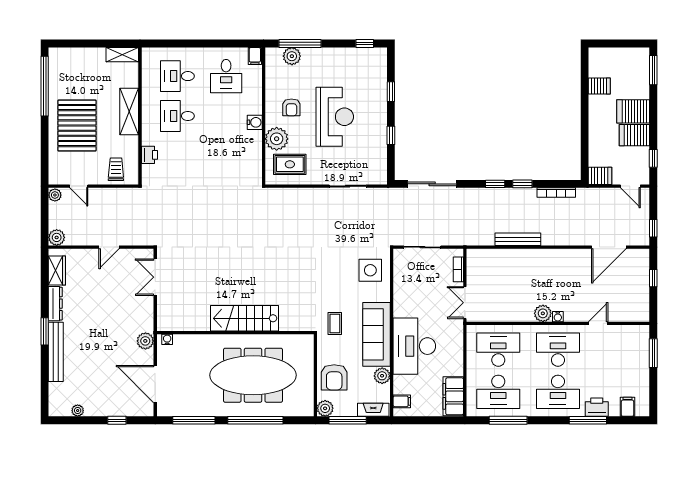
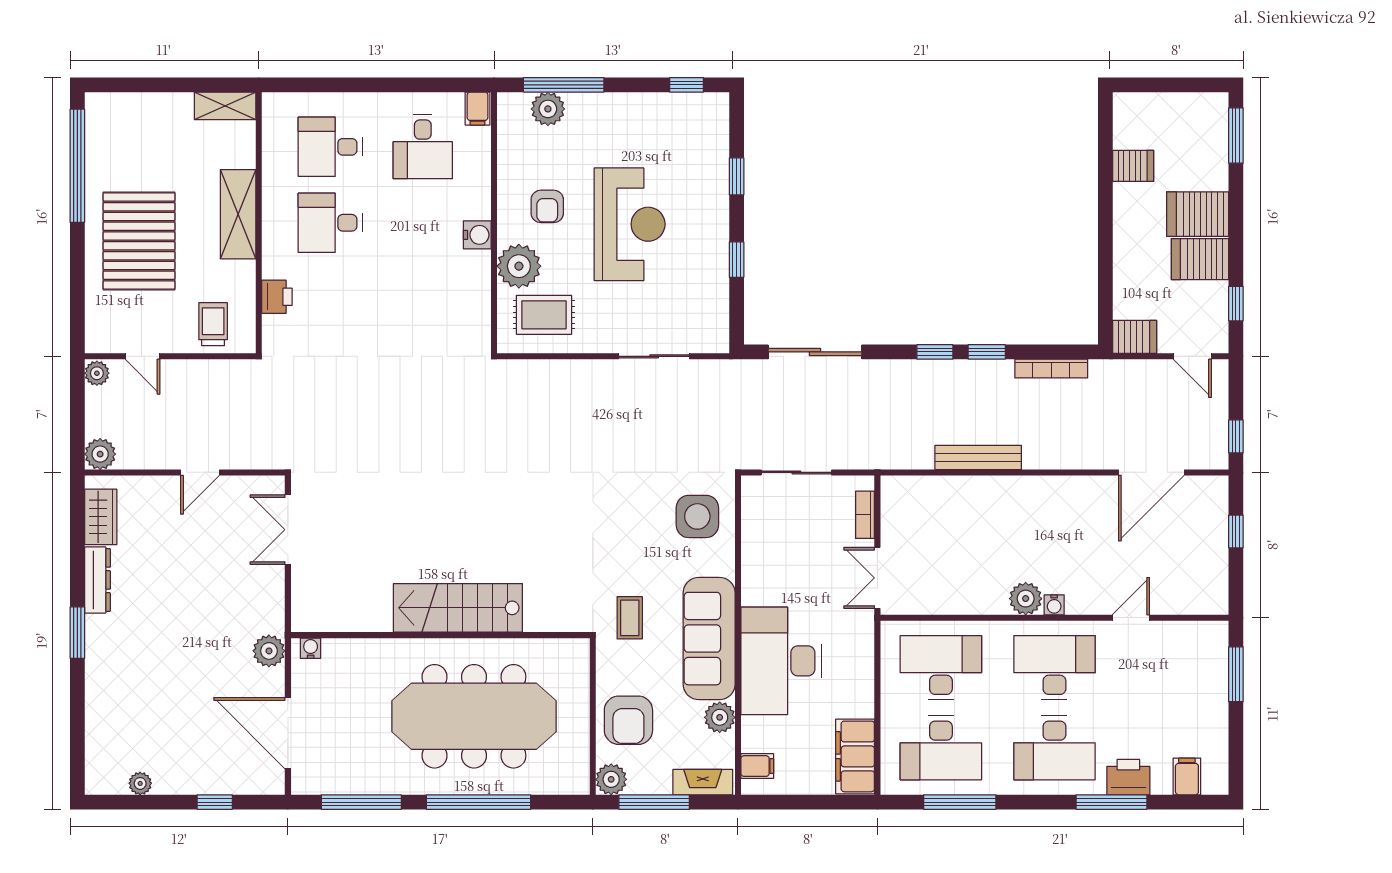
bench: (56, 352) -> (99, 672), removed

